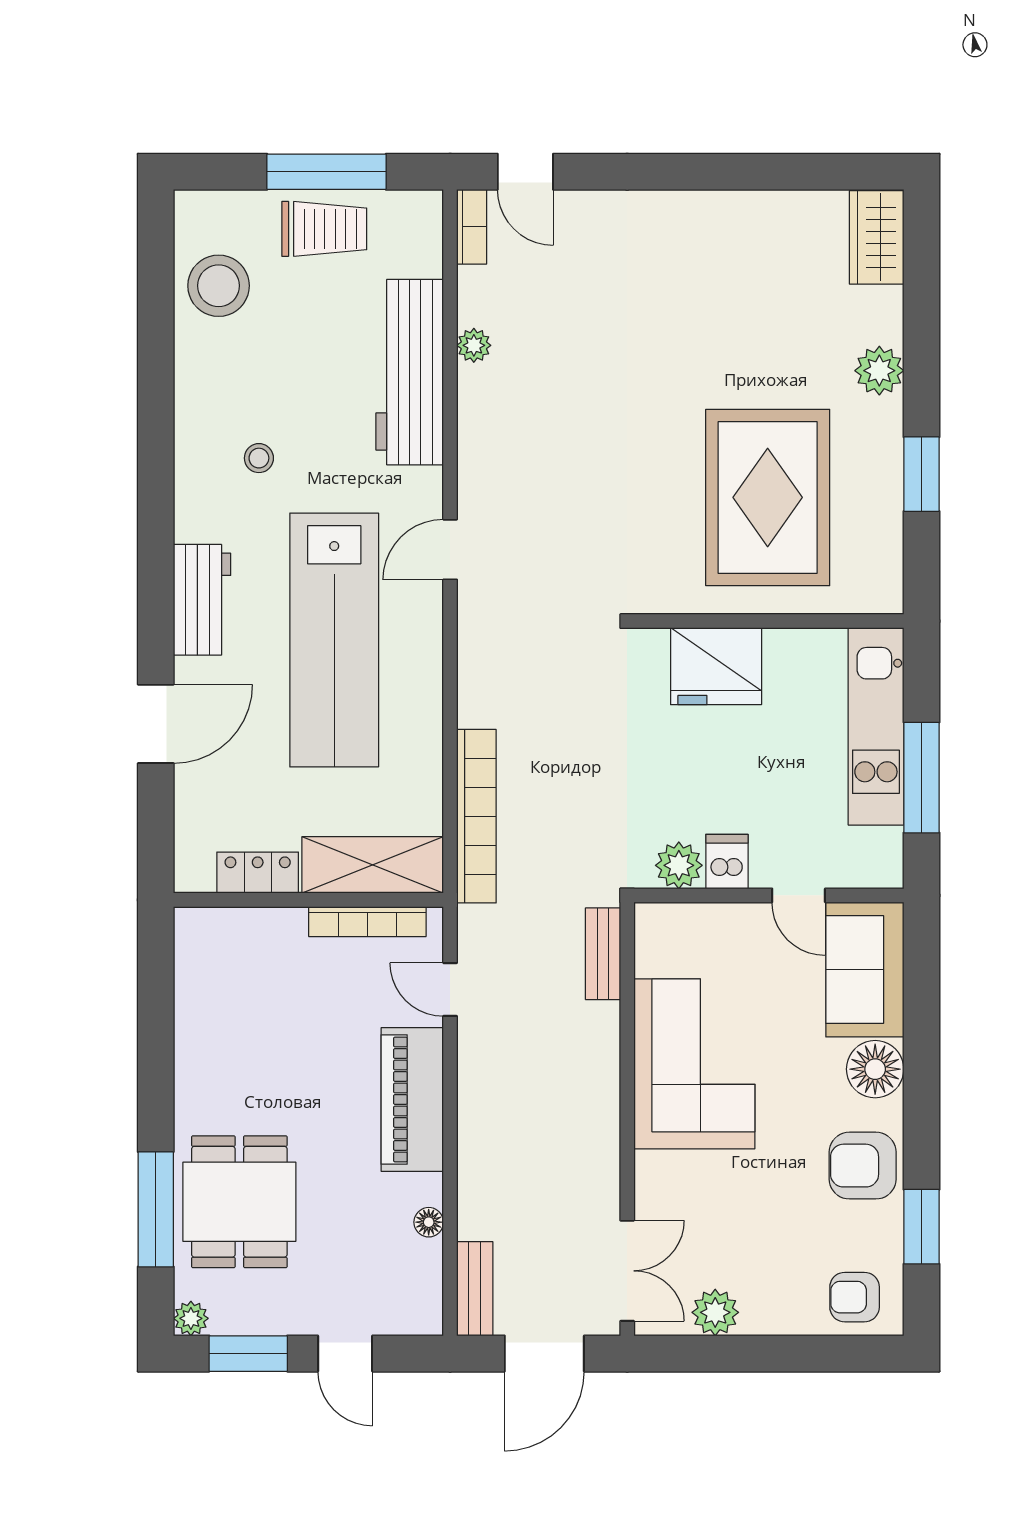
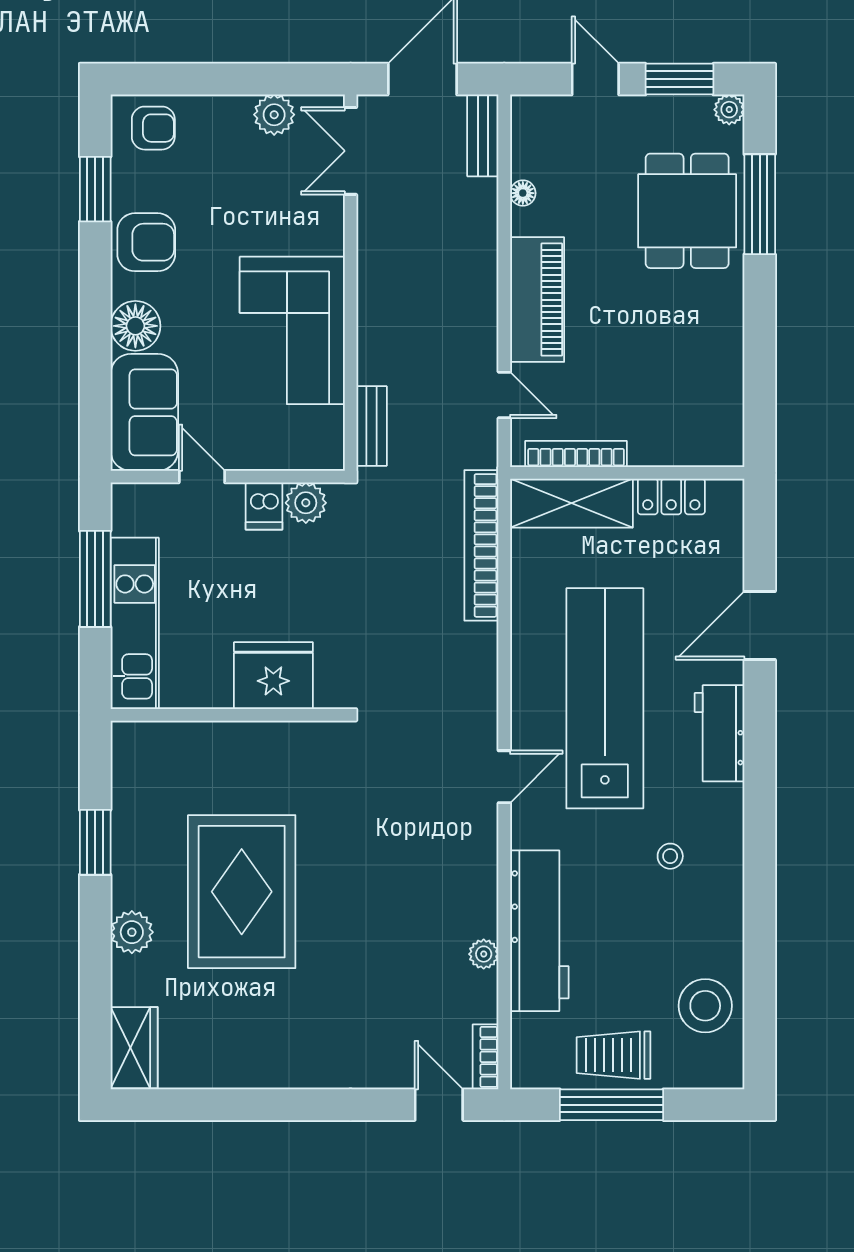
rug: (768, 497) -> (242, 892), moved

